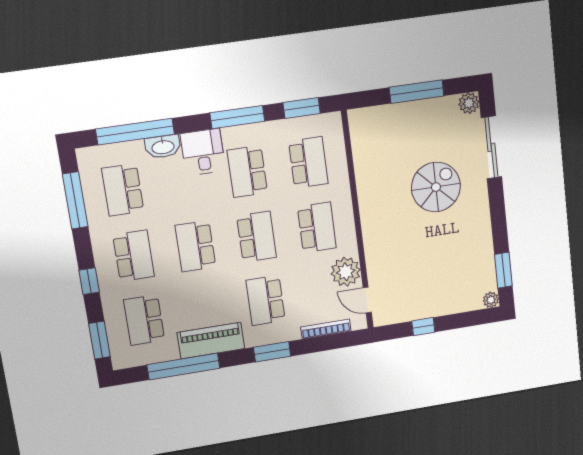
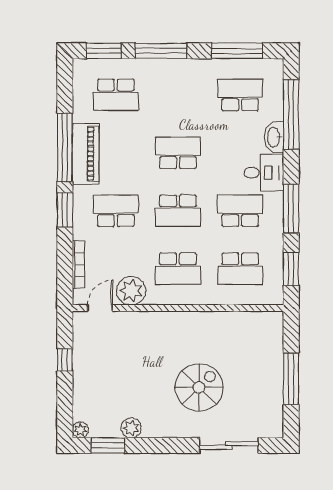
plant: (469, 103) -> (131, 428), moved
spiral stairs: (436, 187) -> (199, 387), turned -90
school desk: (134, 256) -> (178, 95), removed
window: (89, 281) -> (161, 51), width x2.17
school desk: (144, 320) -> (116, 95), turned 180
window: (183, 367) -> (65, 148), moved

